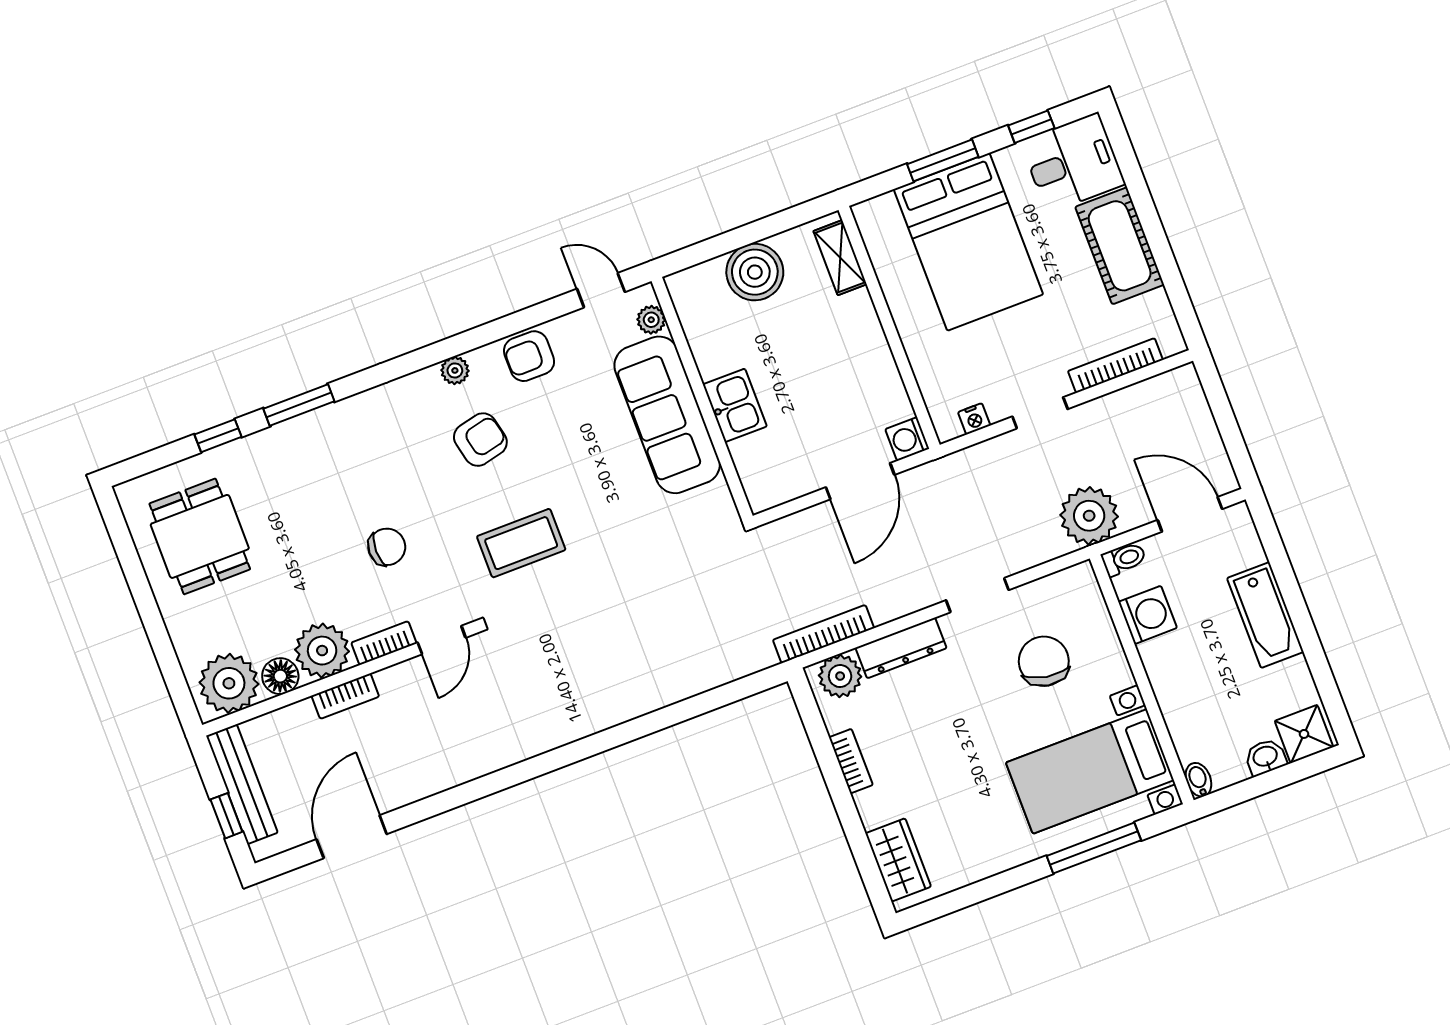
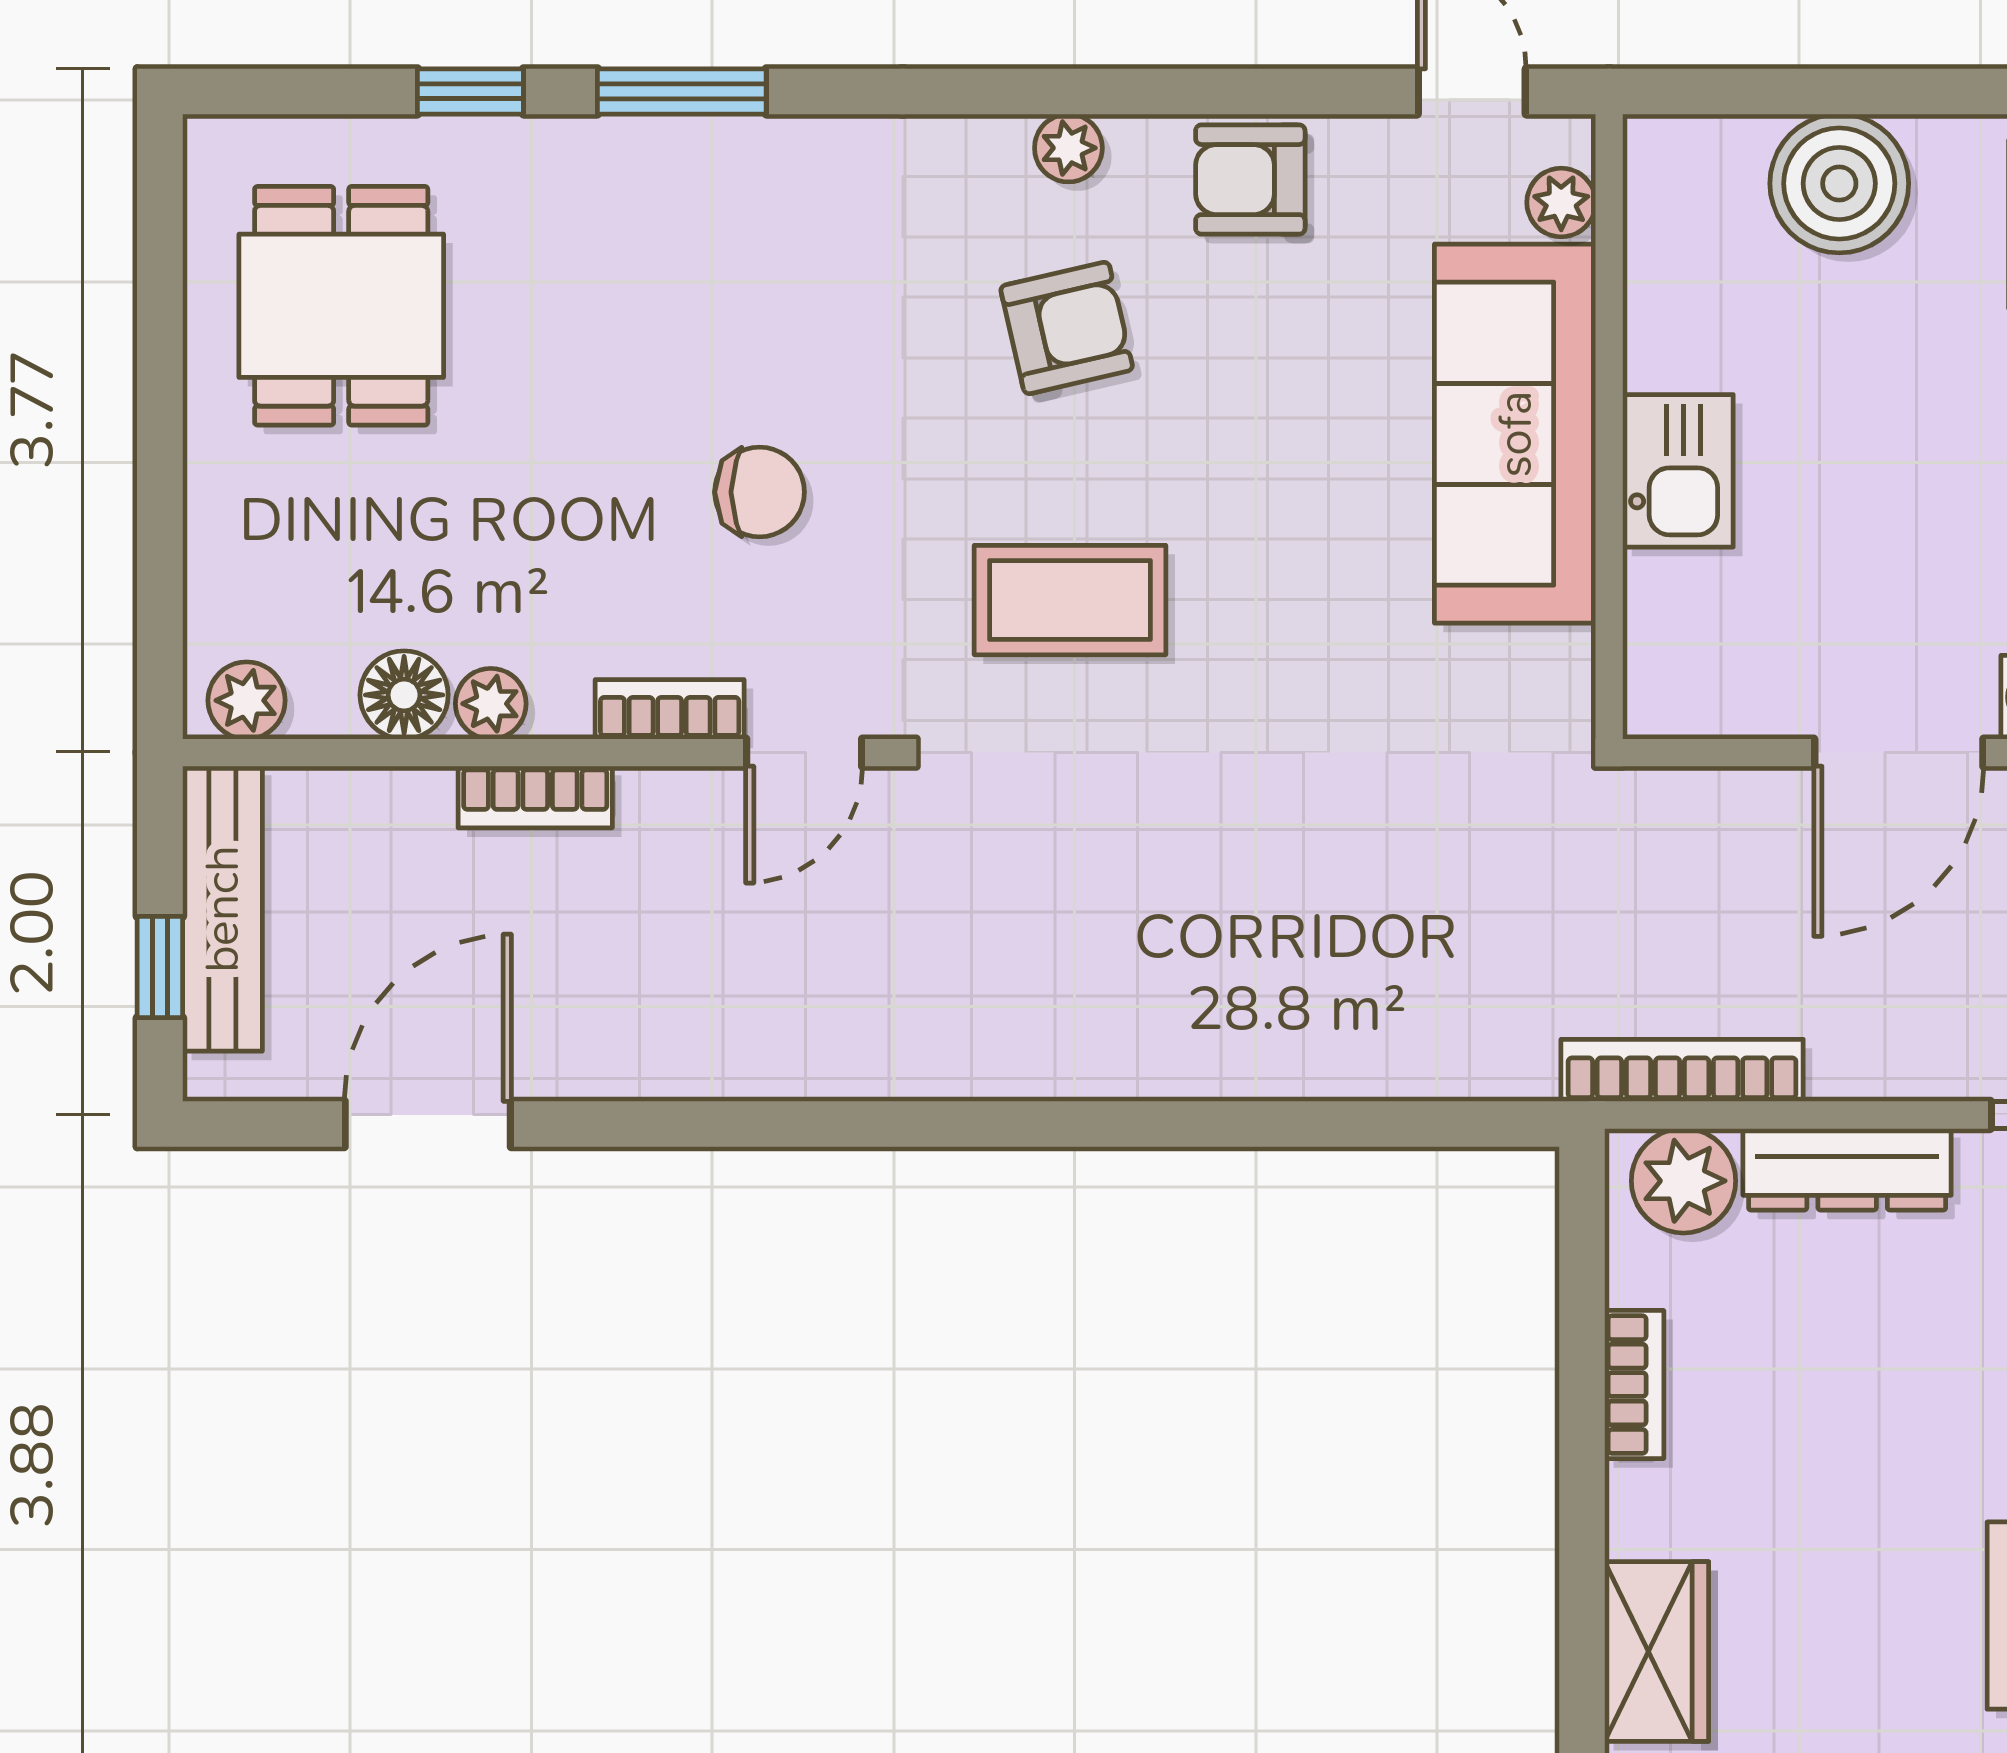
plant: (322, 651) -> (491, 704), width x0.53, depth x0.53
plant: (229, 683) -> (247, 700), width x0.53, depth x0.53

